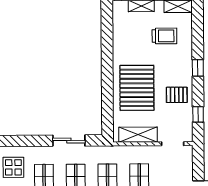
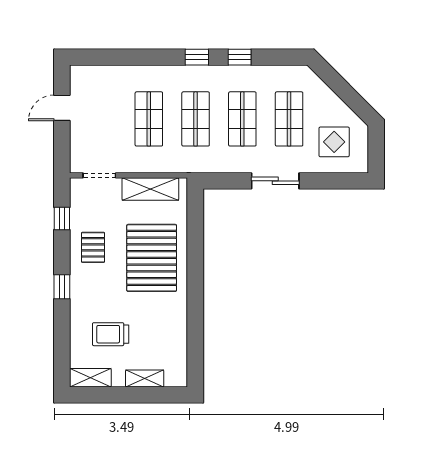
pallet: (177, 95) -> (93, 247), turned 90
sliding door: (69, 141) -> (275, 181), moved

